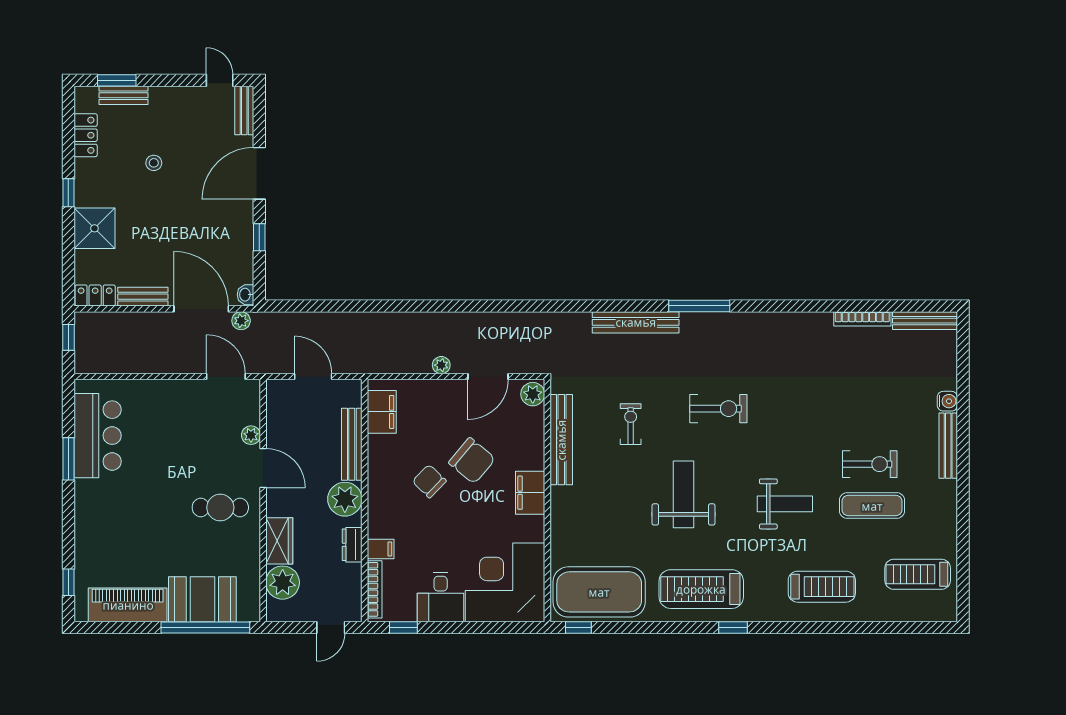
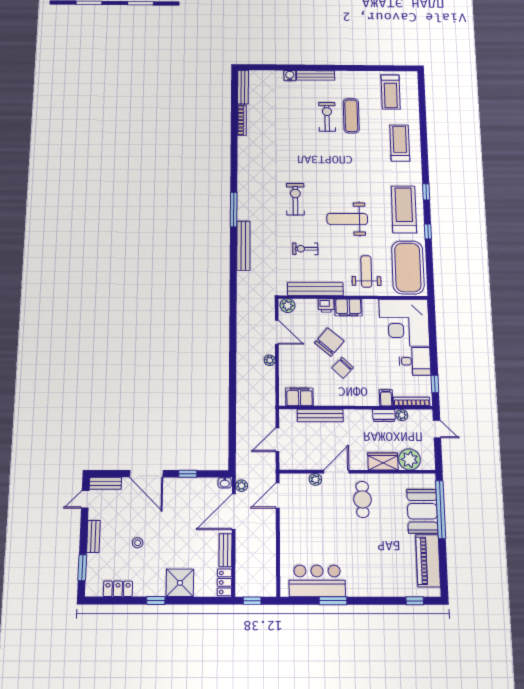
bench: (123, 95) -> (93, 536), moved
printer: (533, 457) -> (326, 306), added
plant: (345, 499) -> (402, 415), moved, width x0.53, depth x0.53
weight bench: (785, 504) -> (366, 271), moved
treadmill: (701, 589) -> (404, 209), turned 180
window: (578, 628) -> (428, 232), moved

